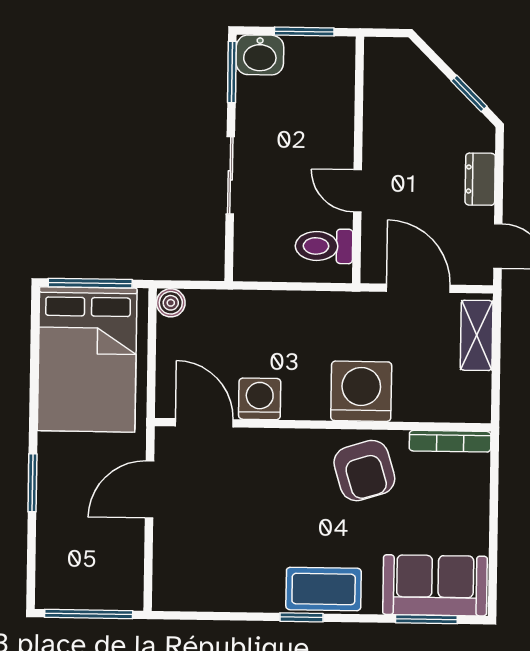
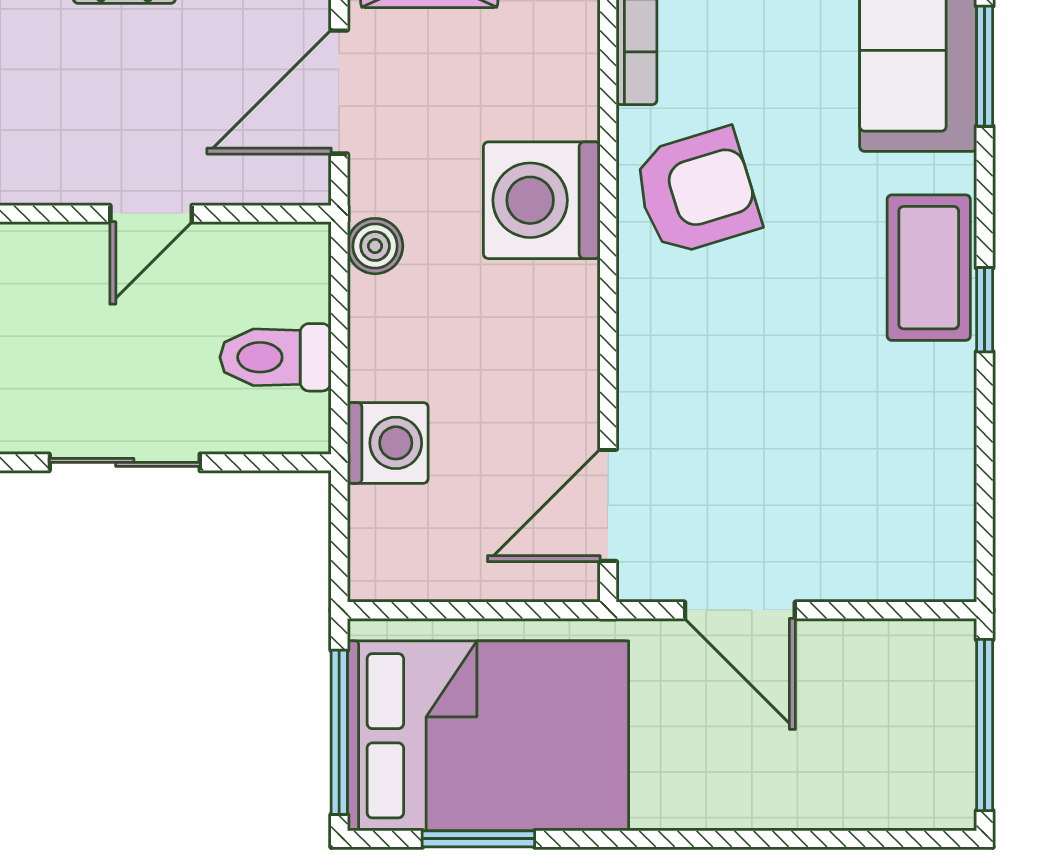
toilet: (324, 246) -> (276, 357), moved, turned 90
boiler: (171, 303) -> (375, 246), moved
washing machine: (260, 399) -> (388, 443), moved, turned 180
window: (32, 483) -> (478, 839), moved

